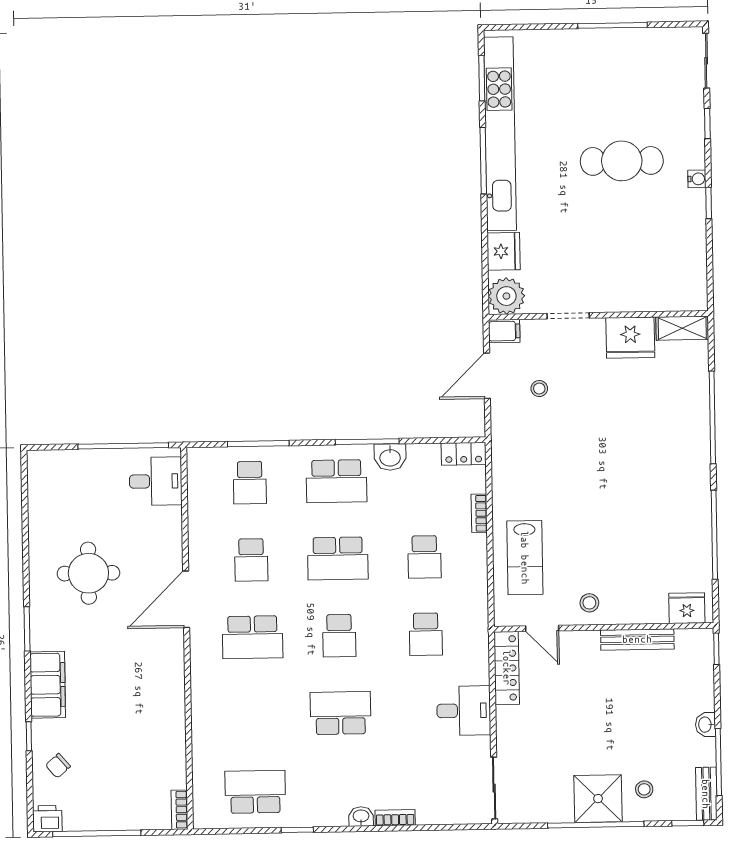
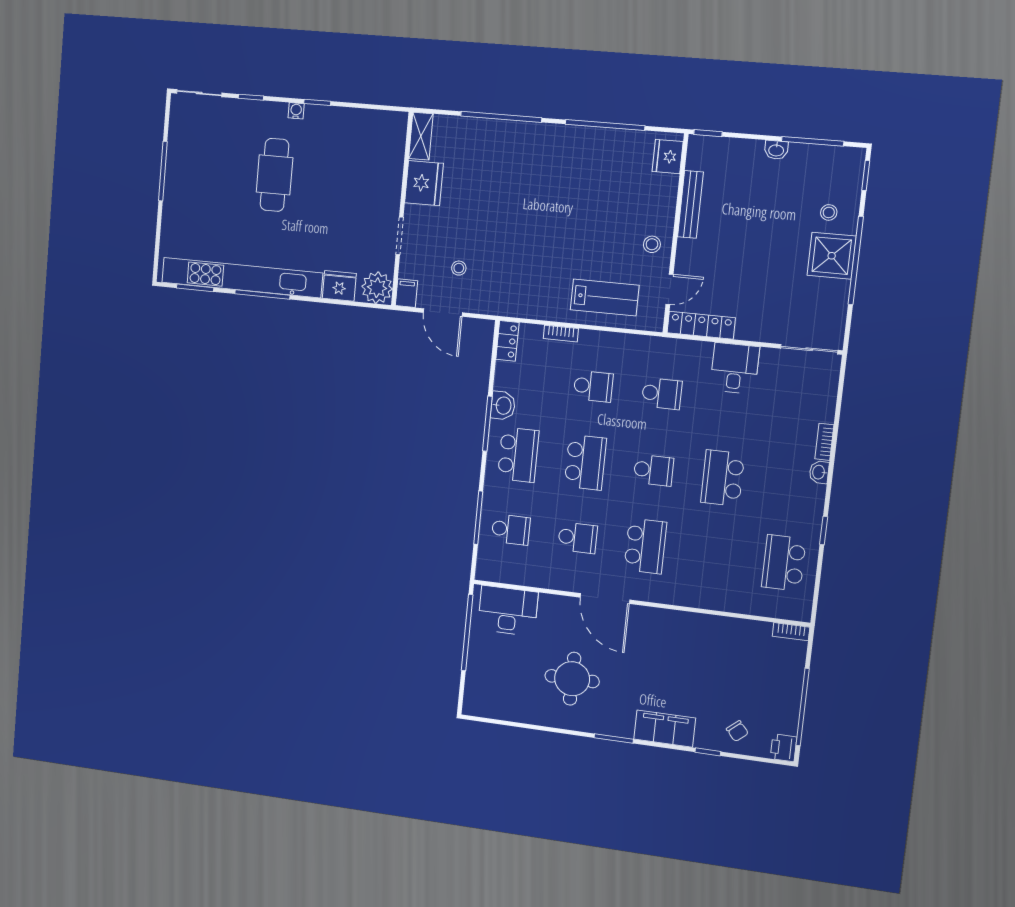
desk: (156, 481) -> (508, 611), width x1.37
bench: (706, 794) -> (841, 155), removed

